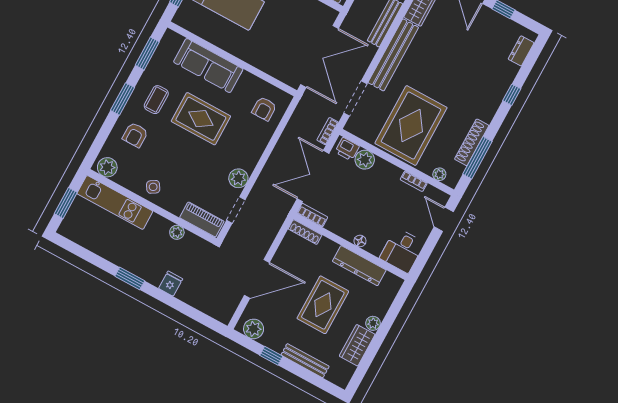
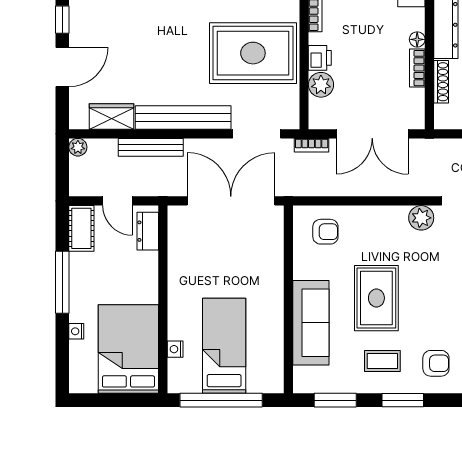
printer: (347, 149) -> (320, 58), moved
bookcase: (312, 215) -> (417, 68), moved
shoe rack: (305, 232) -> (441, 82), moved

